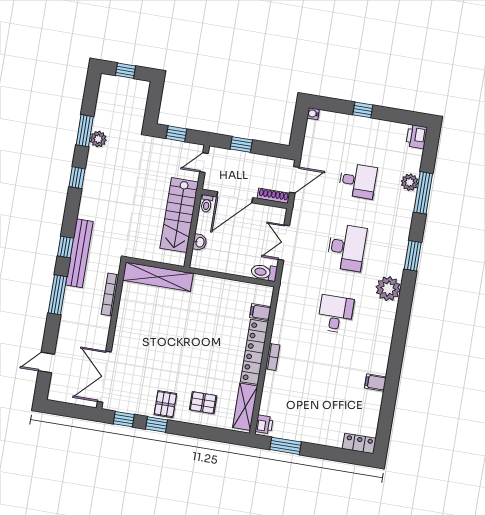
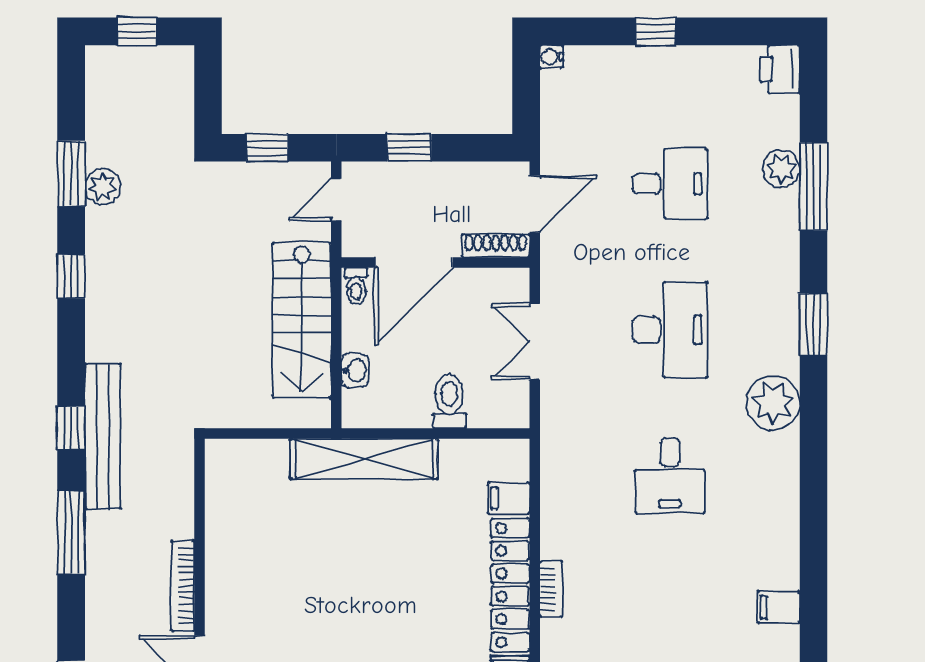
toilet: (264, 272) -> (449, 401), moved, turned 90
shelving: (158, 277) -> (364, 459), moved
bookcase: (110, 295) -> (183, 586), moved
desk: (336, 314) -> (670, 476), turned 180

